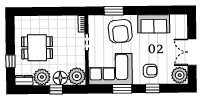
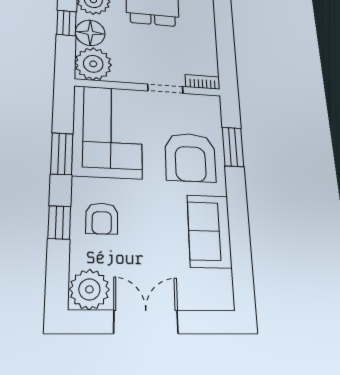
armchair: (120, 31) -> (190, 157), turned -85

